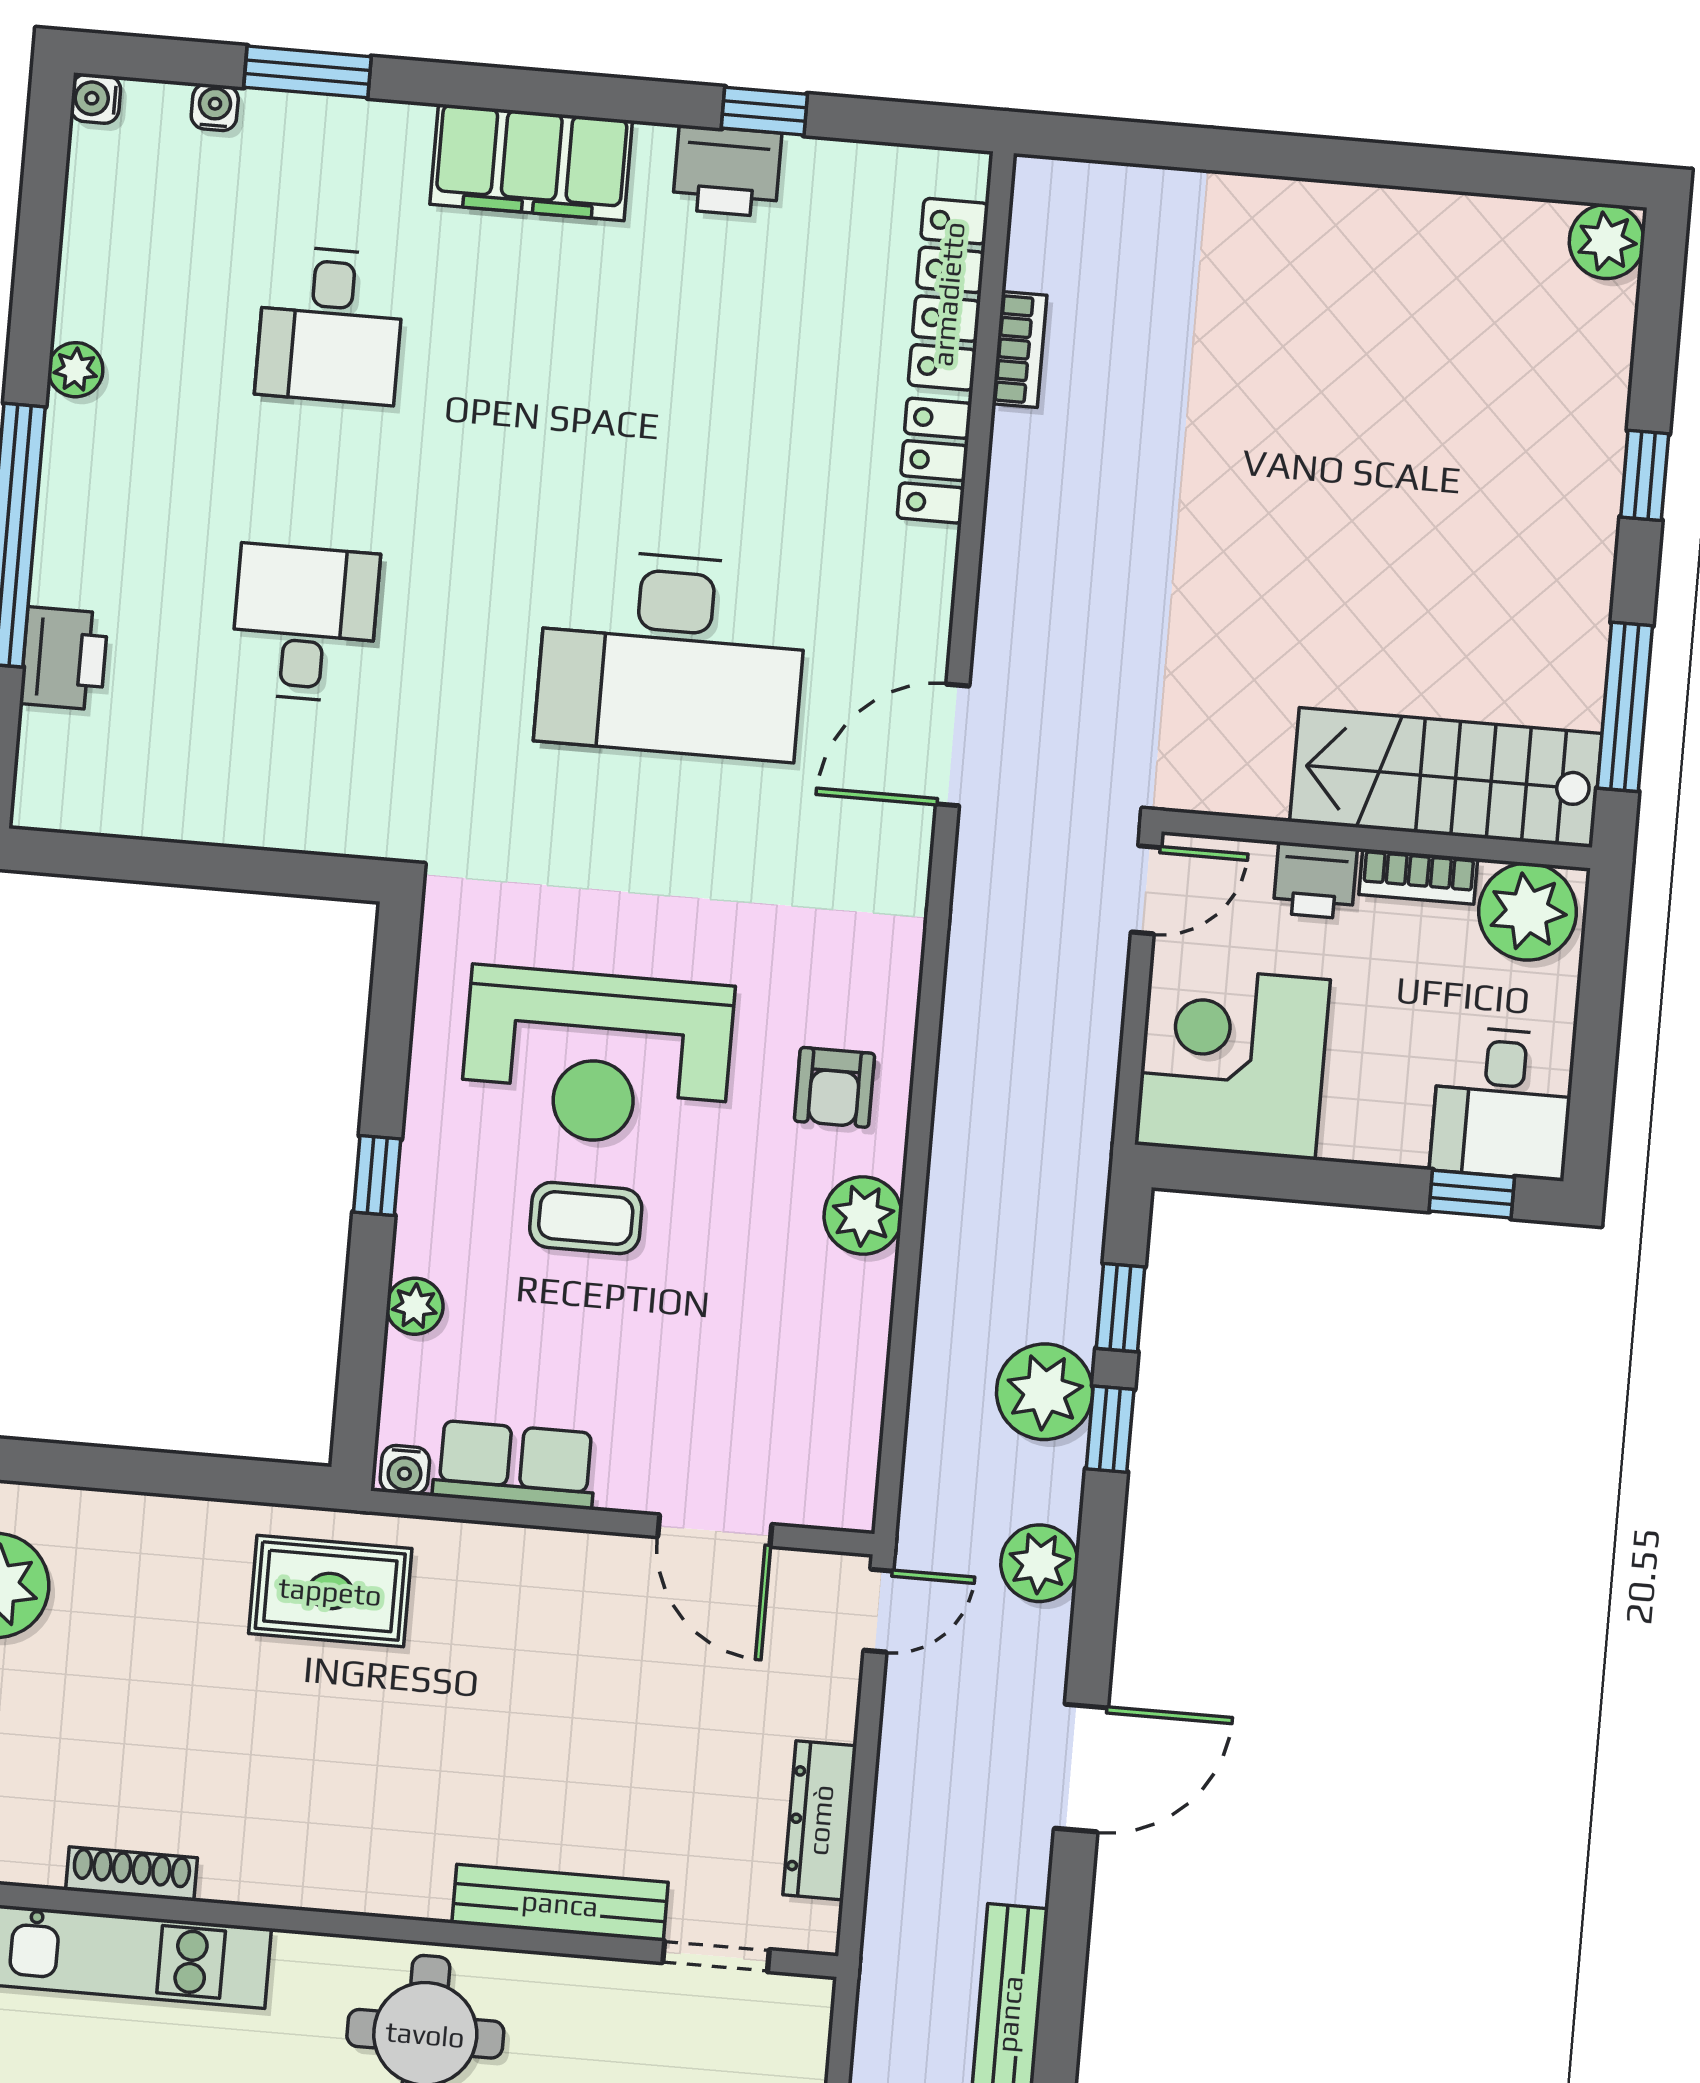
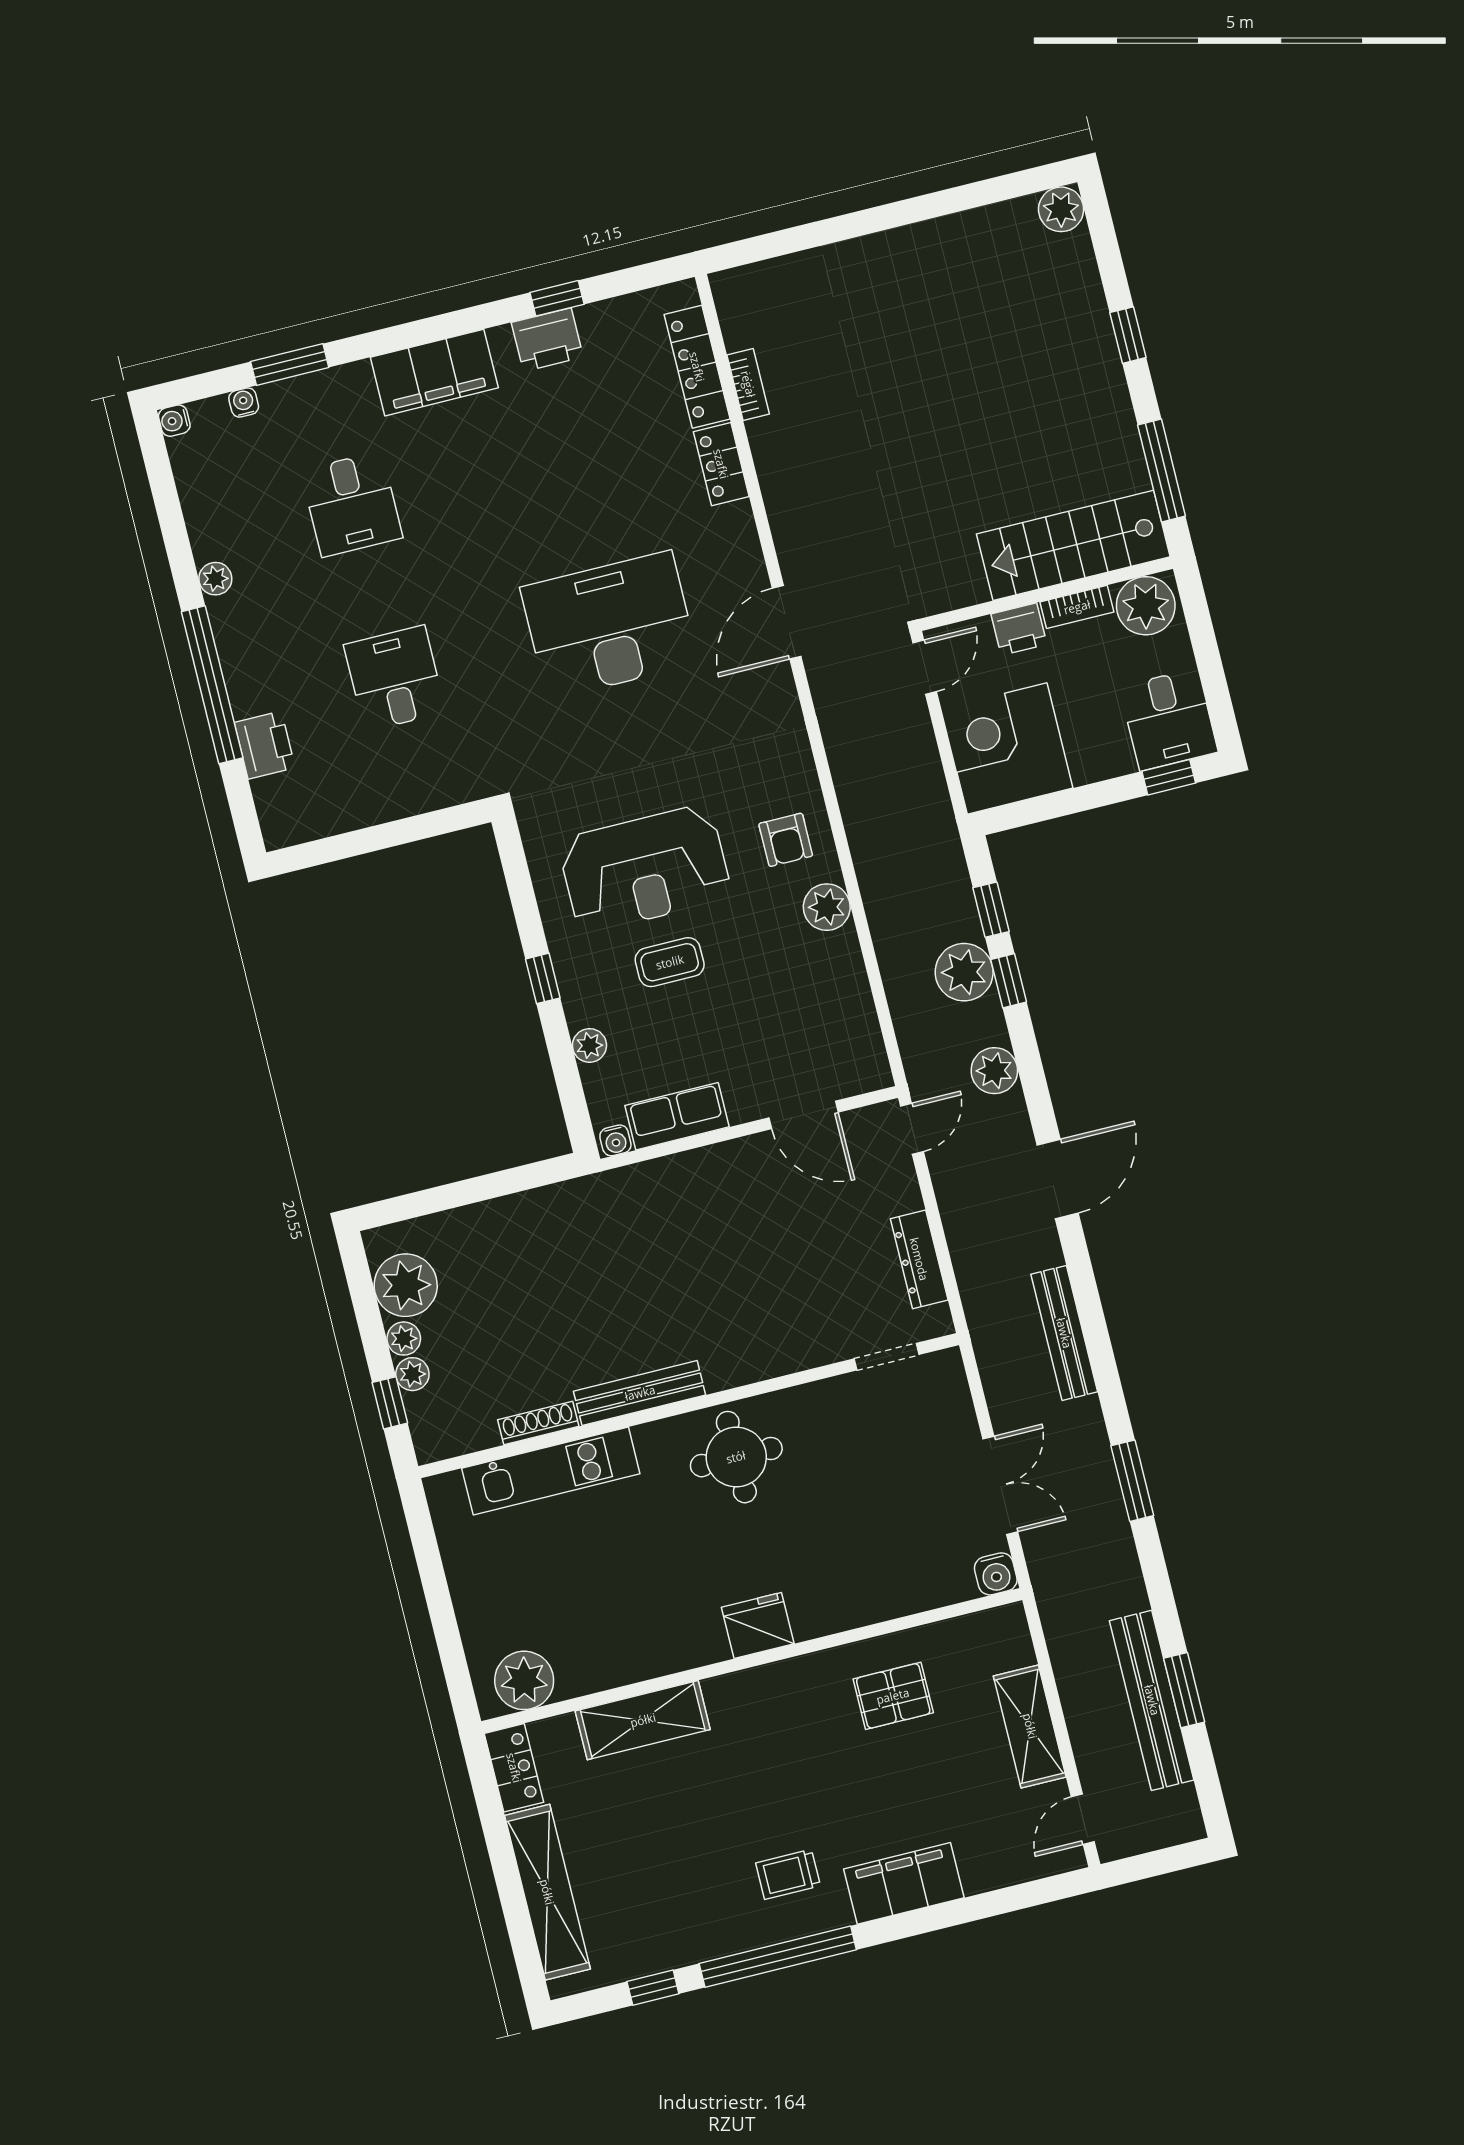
desk: (672, 655) -> (609, 625), turned 180
rug: (330, 1591) -> (597, 1224), removed
bench: (560, 1903) -> (640, 1393), moved

